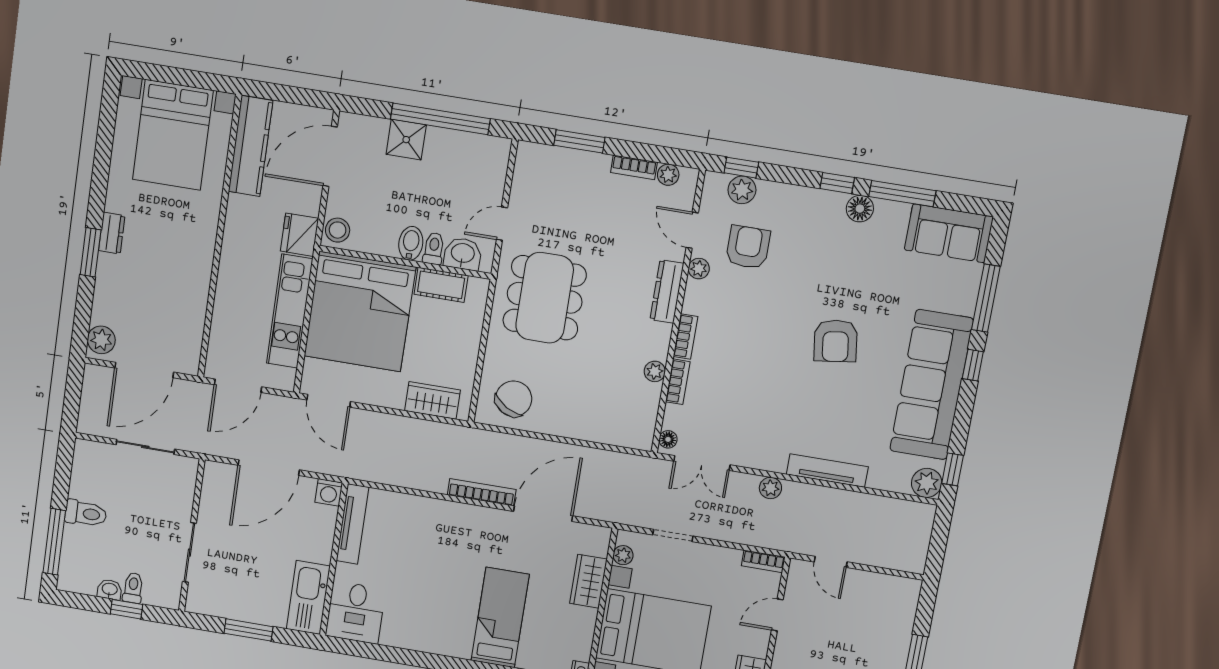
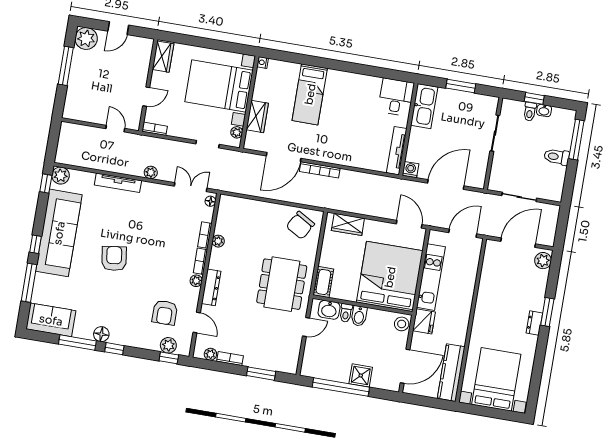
plant: (699, 269) -> (196, 281), moved
cot: (441, 285) -> (323, 282), moved, turned 90

